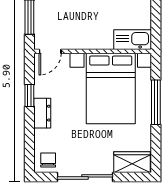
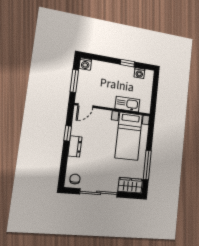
kitchen sink: (133, 40) -> (127, 104), moved
bed with nightstands: (111, 89) -> (129, 136), width x0.73
window: (156, 102) -> (147, 165), moved

